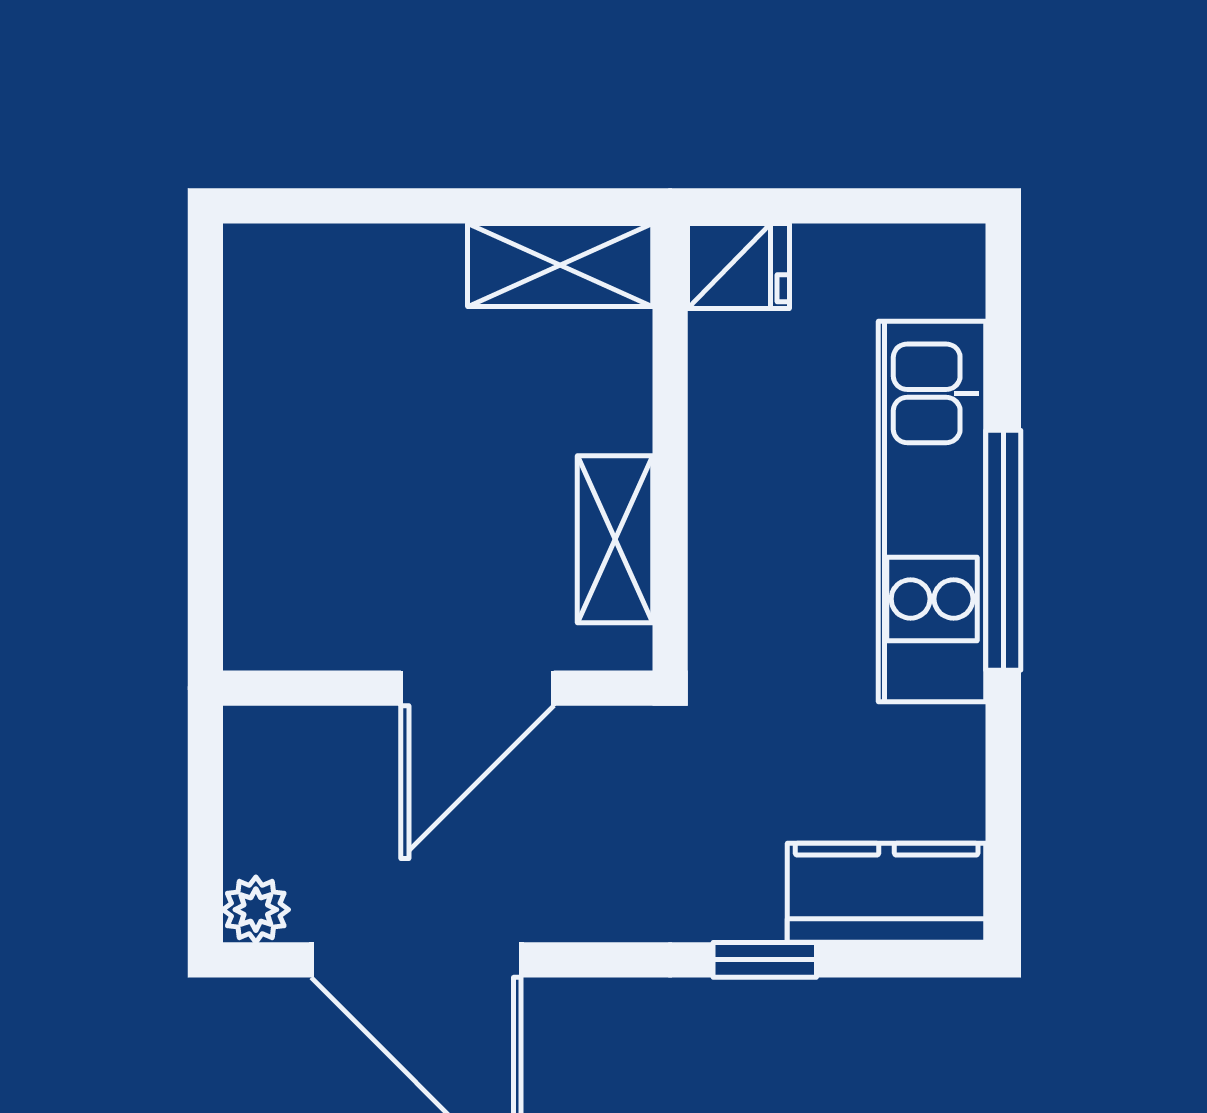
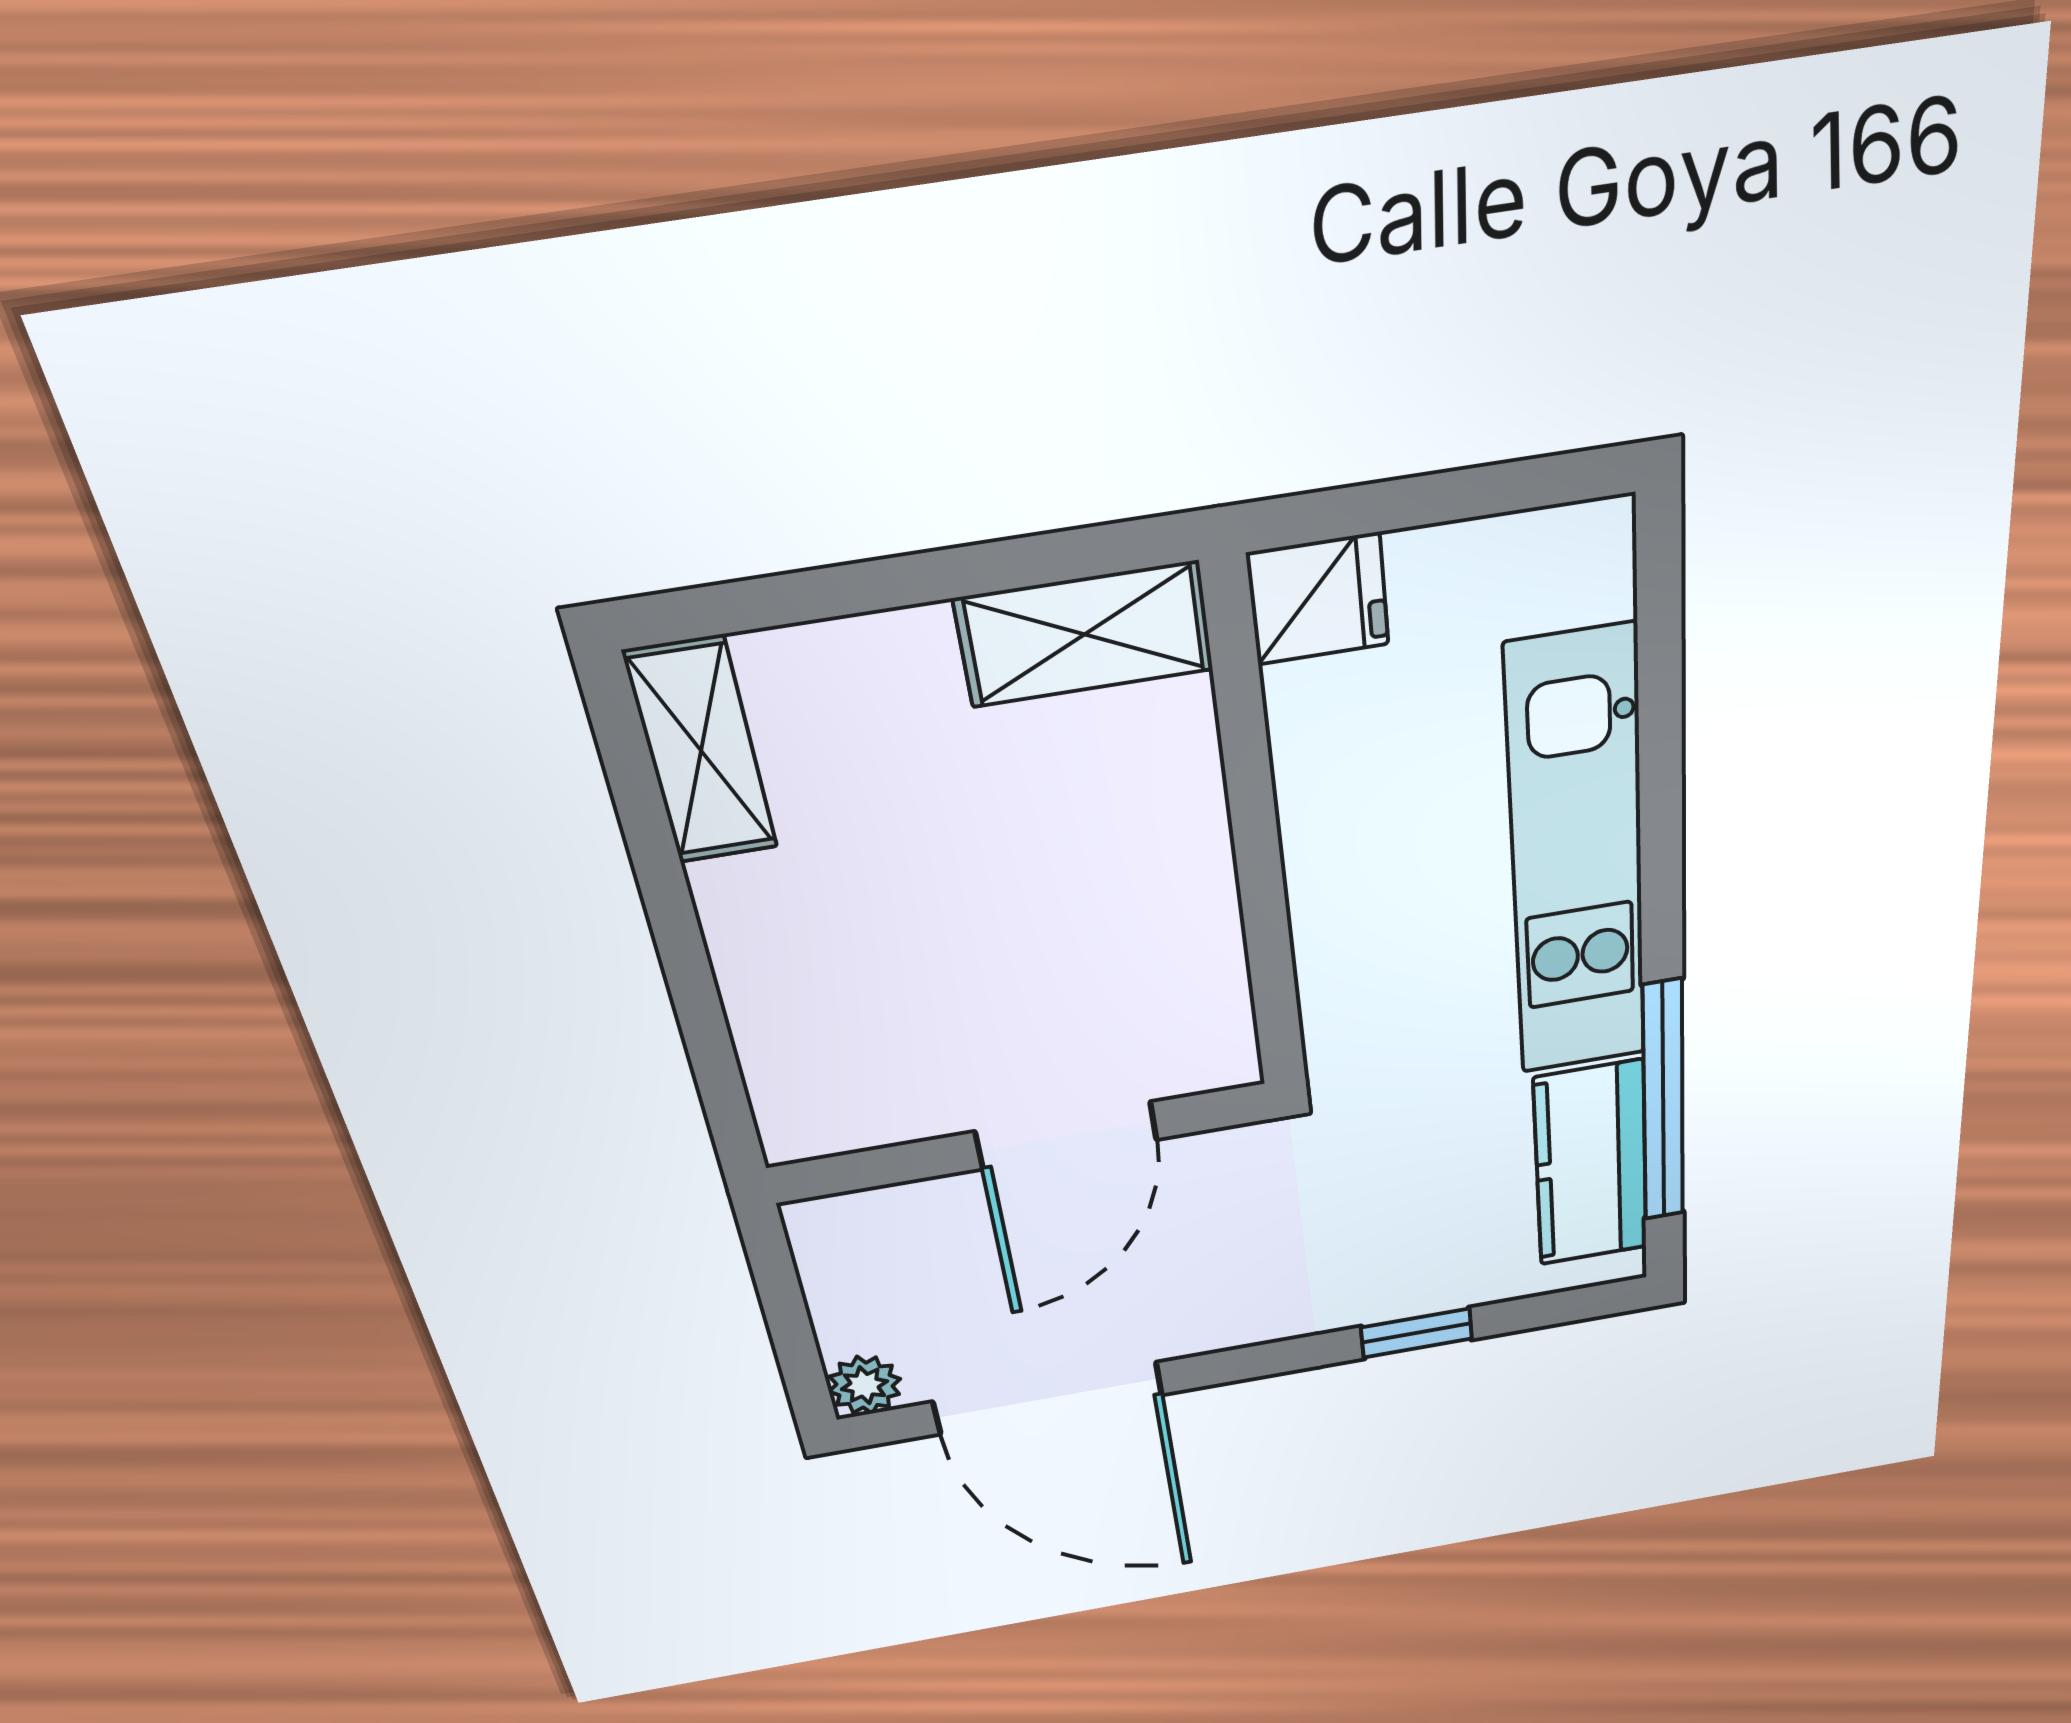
shelving: (615, 539) -> (701, 751), moved
window: (1003, 550) -> (1663, 1102), moved
kitchen counter: (887, 893) -> (1591, 1164), moved, turned -90

